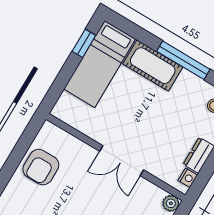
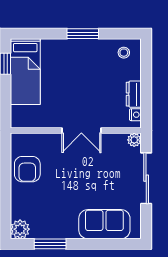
window: (183, 60) -> (83, 34), width x0.69
cot: (153, 66) -> (63, 50), removed

